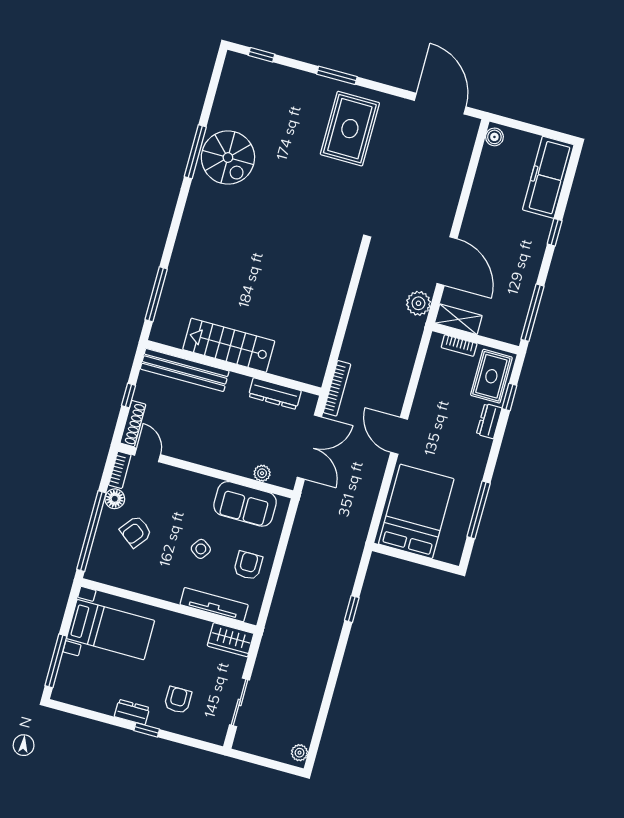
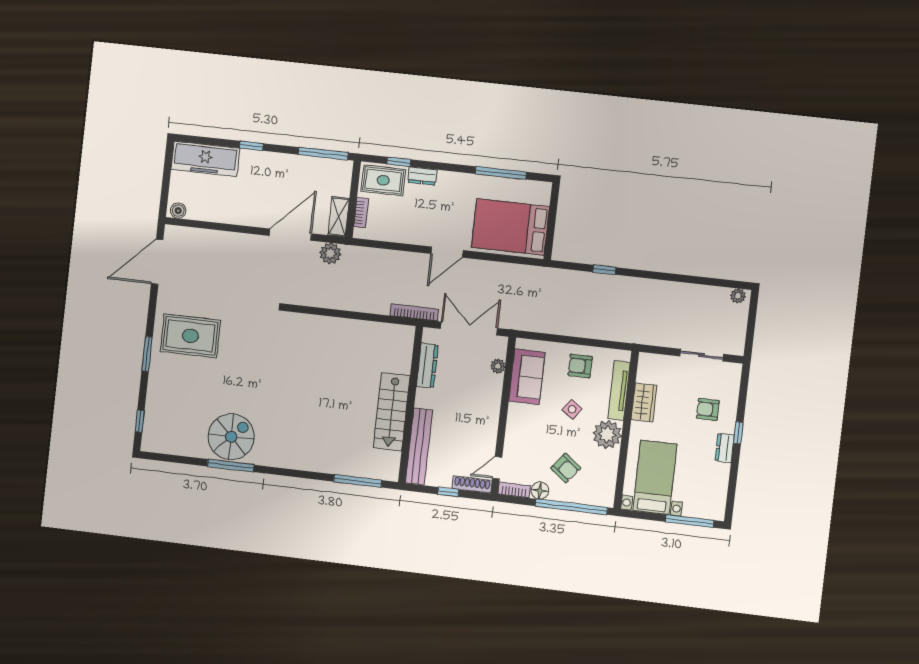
plant: (167, 584) -> (607, 434), added
wardrobe: (231, 640) -> (644, 402), moved

